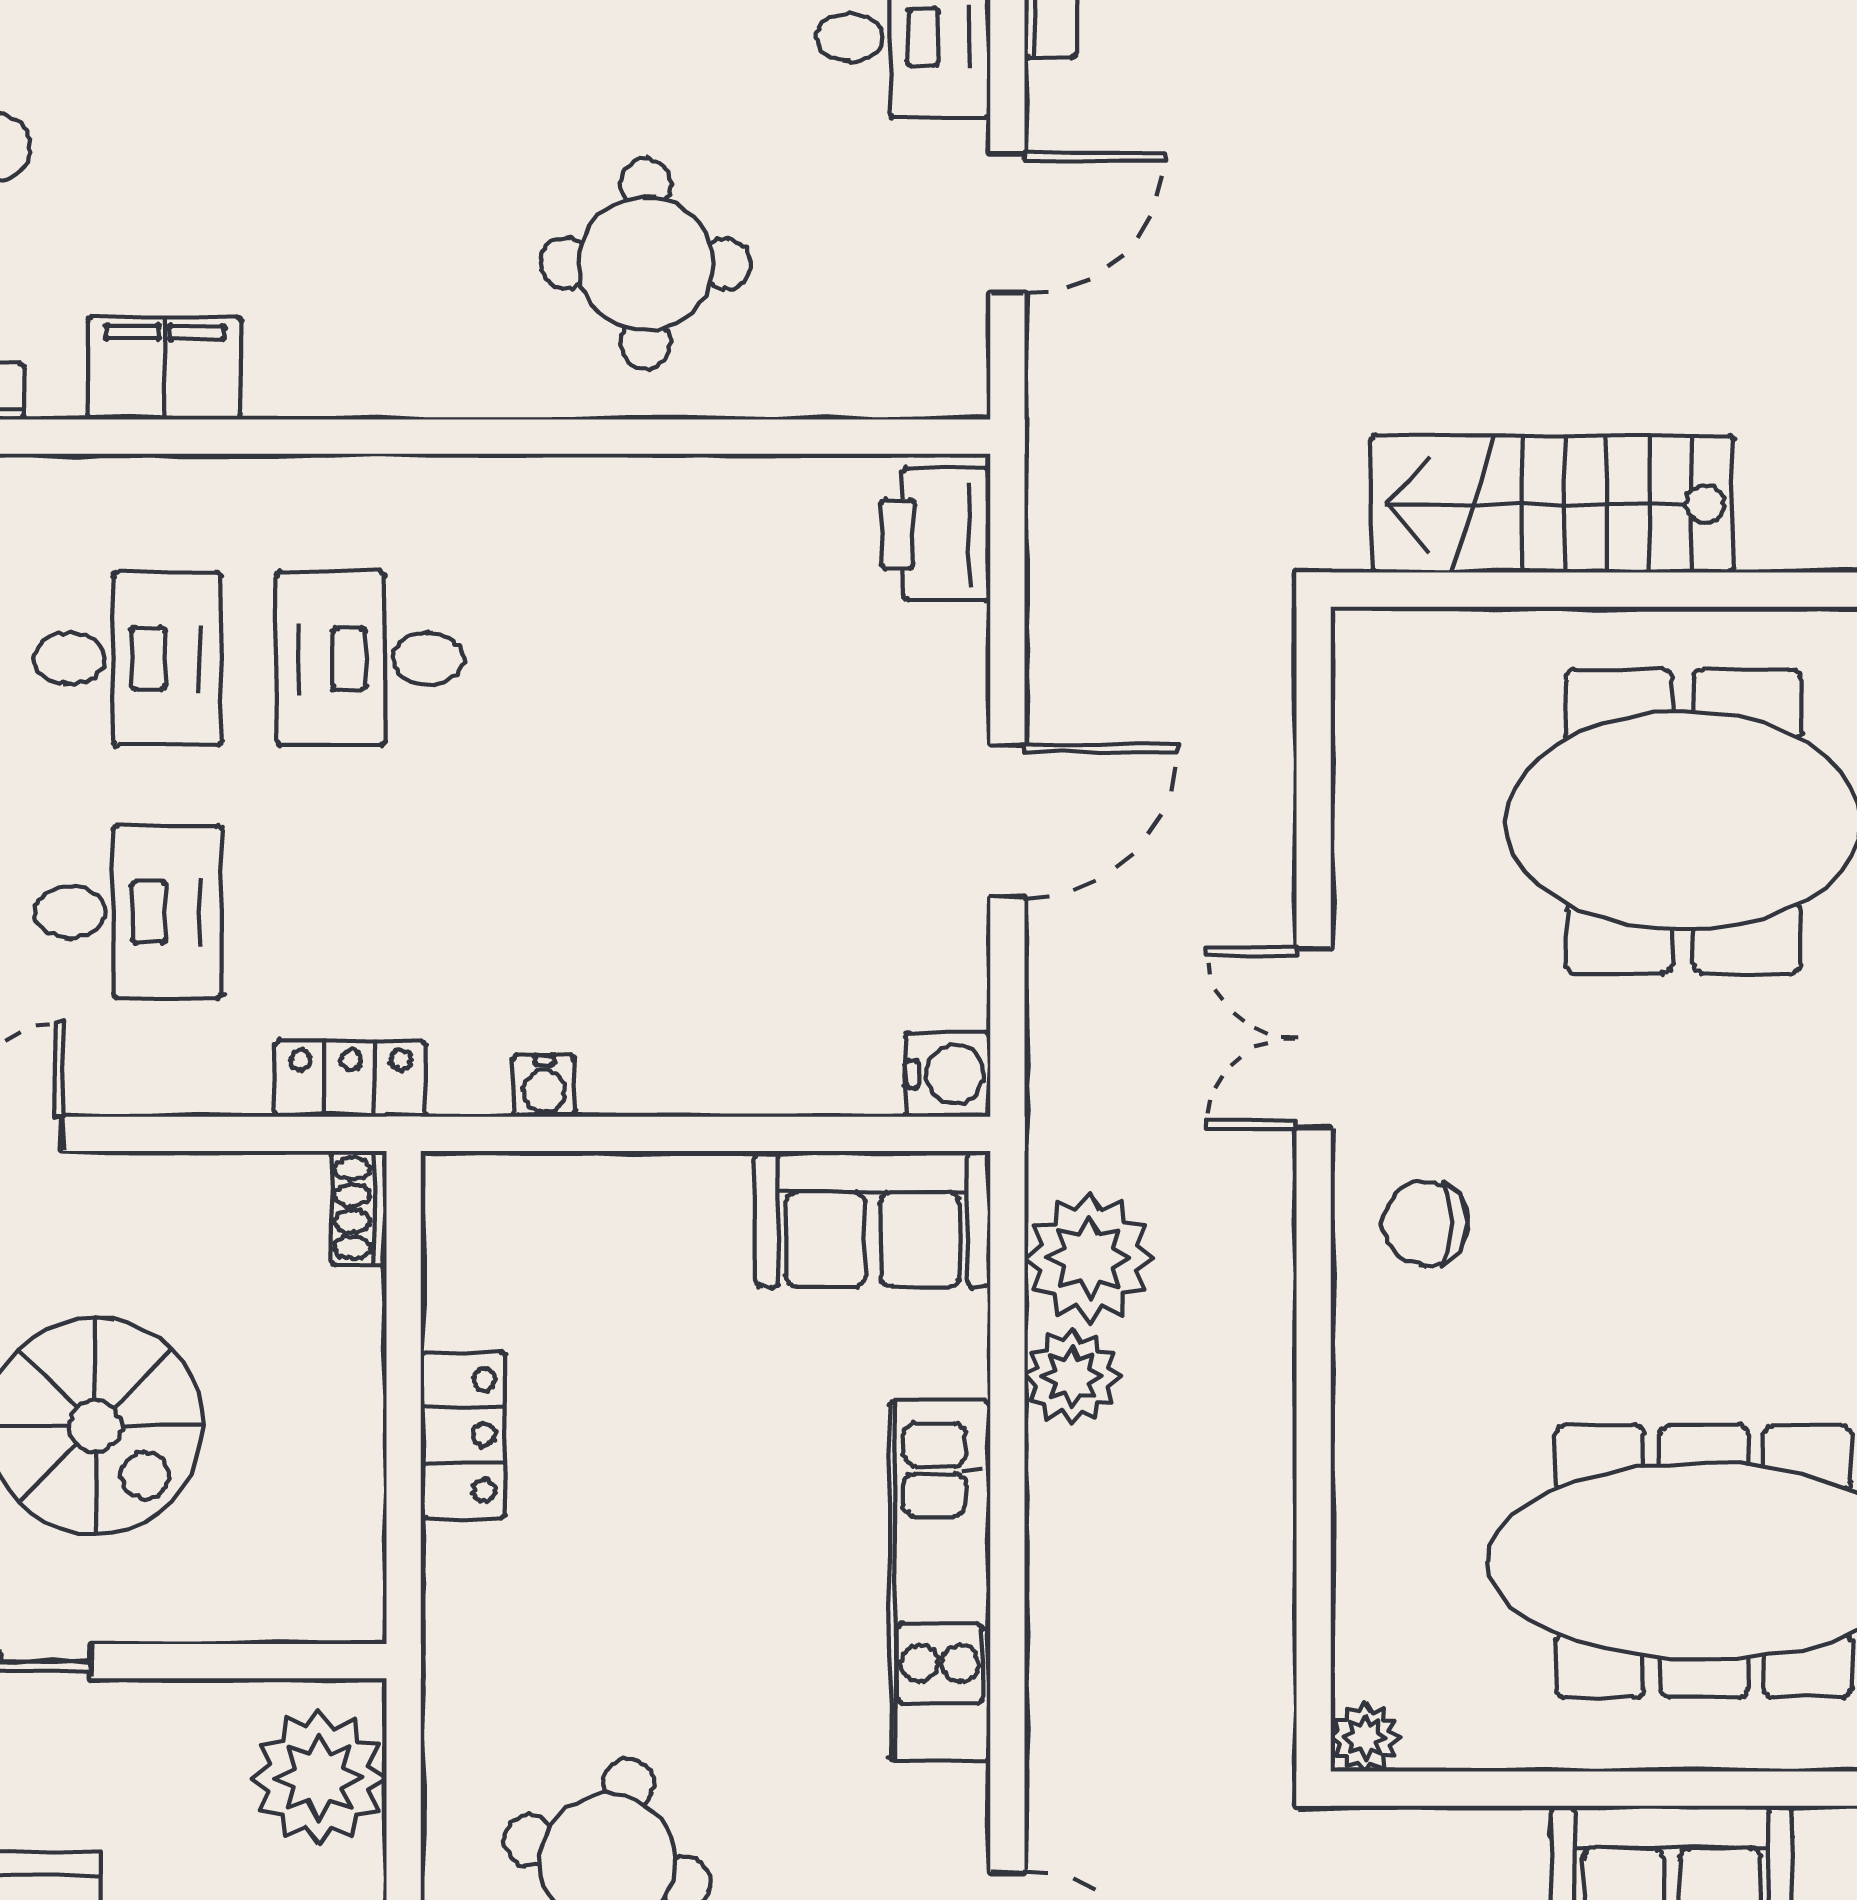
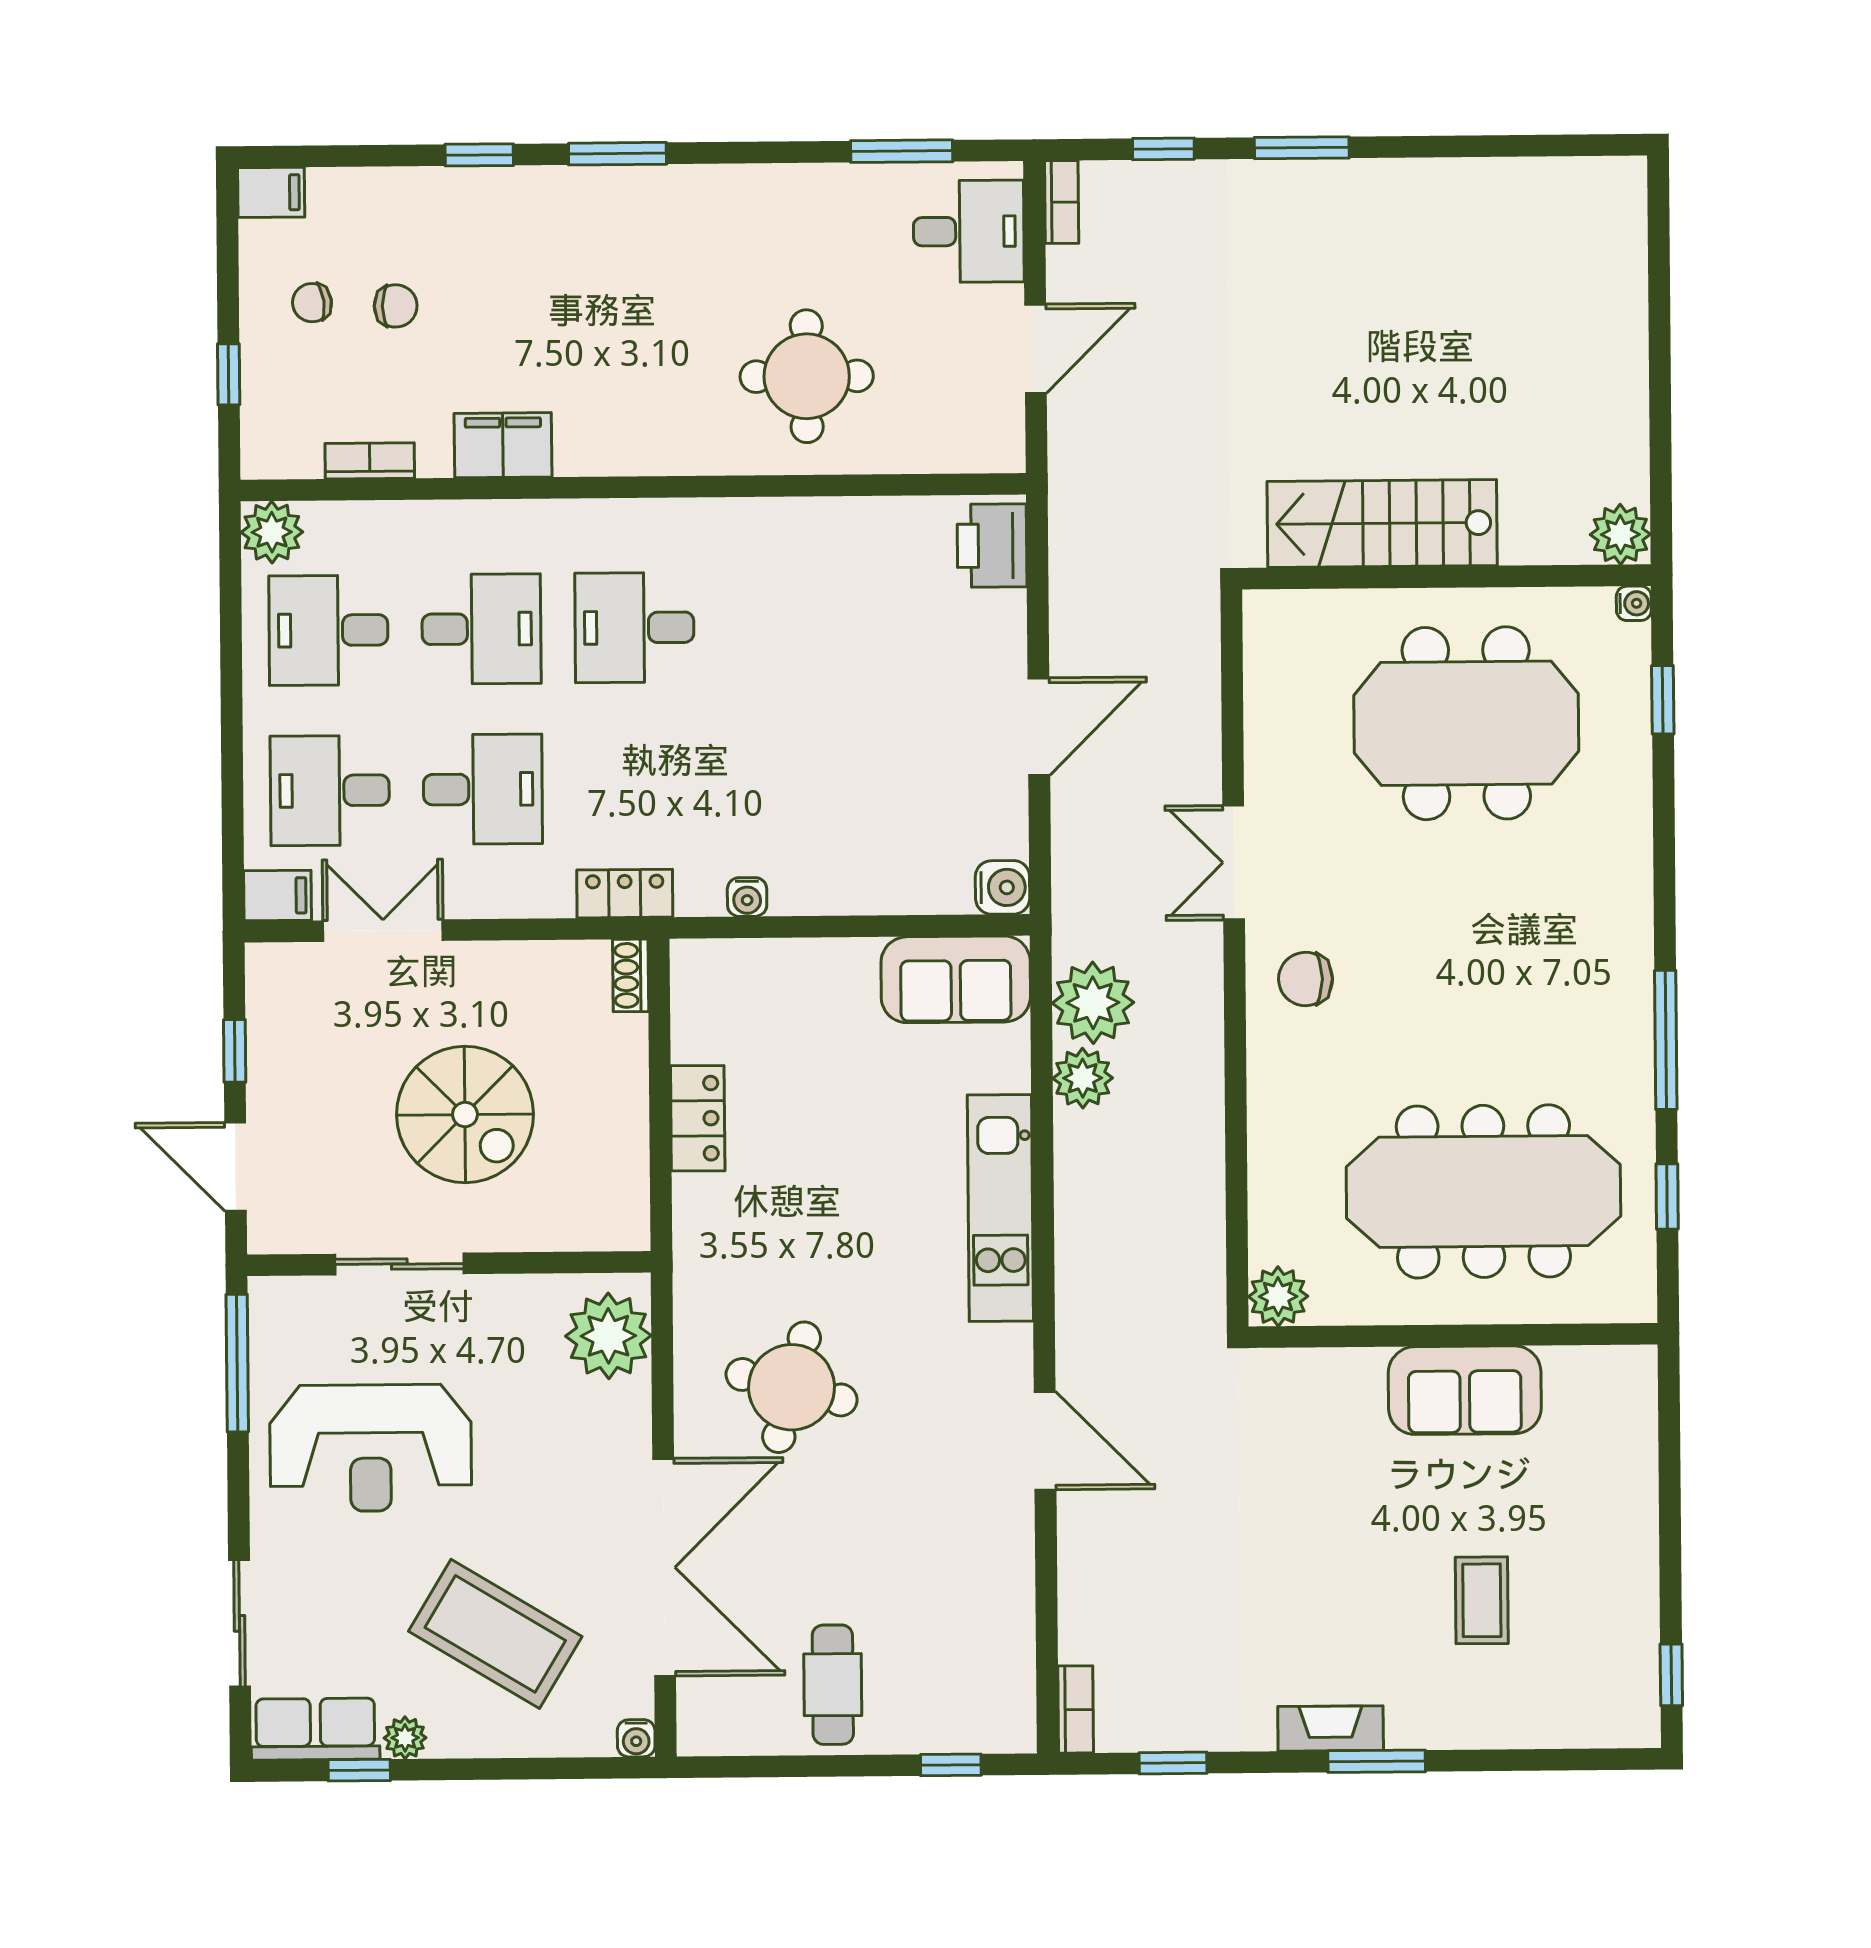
plant: (1365, 1737) -> (1278, 1296), width x1.38, depth x1.38

